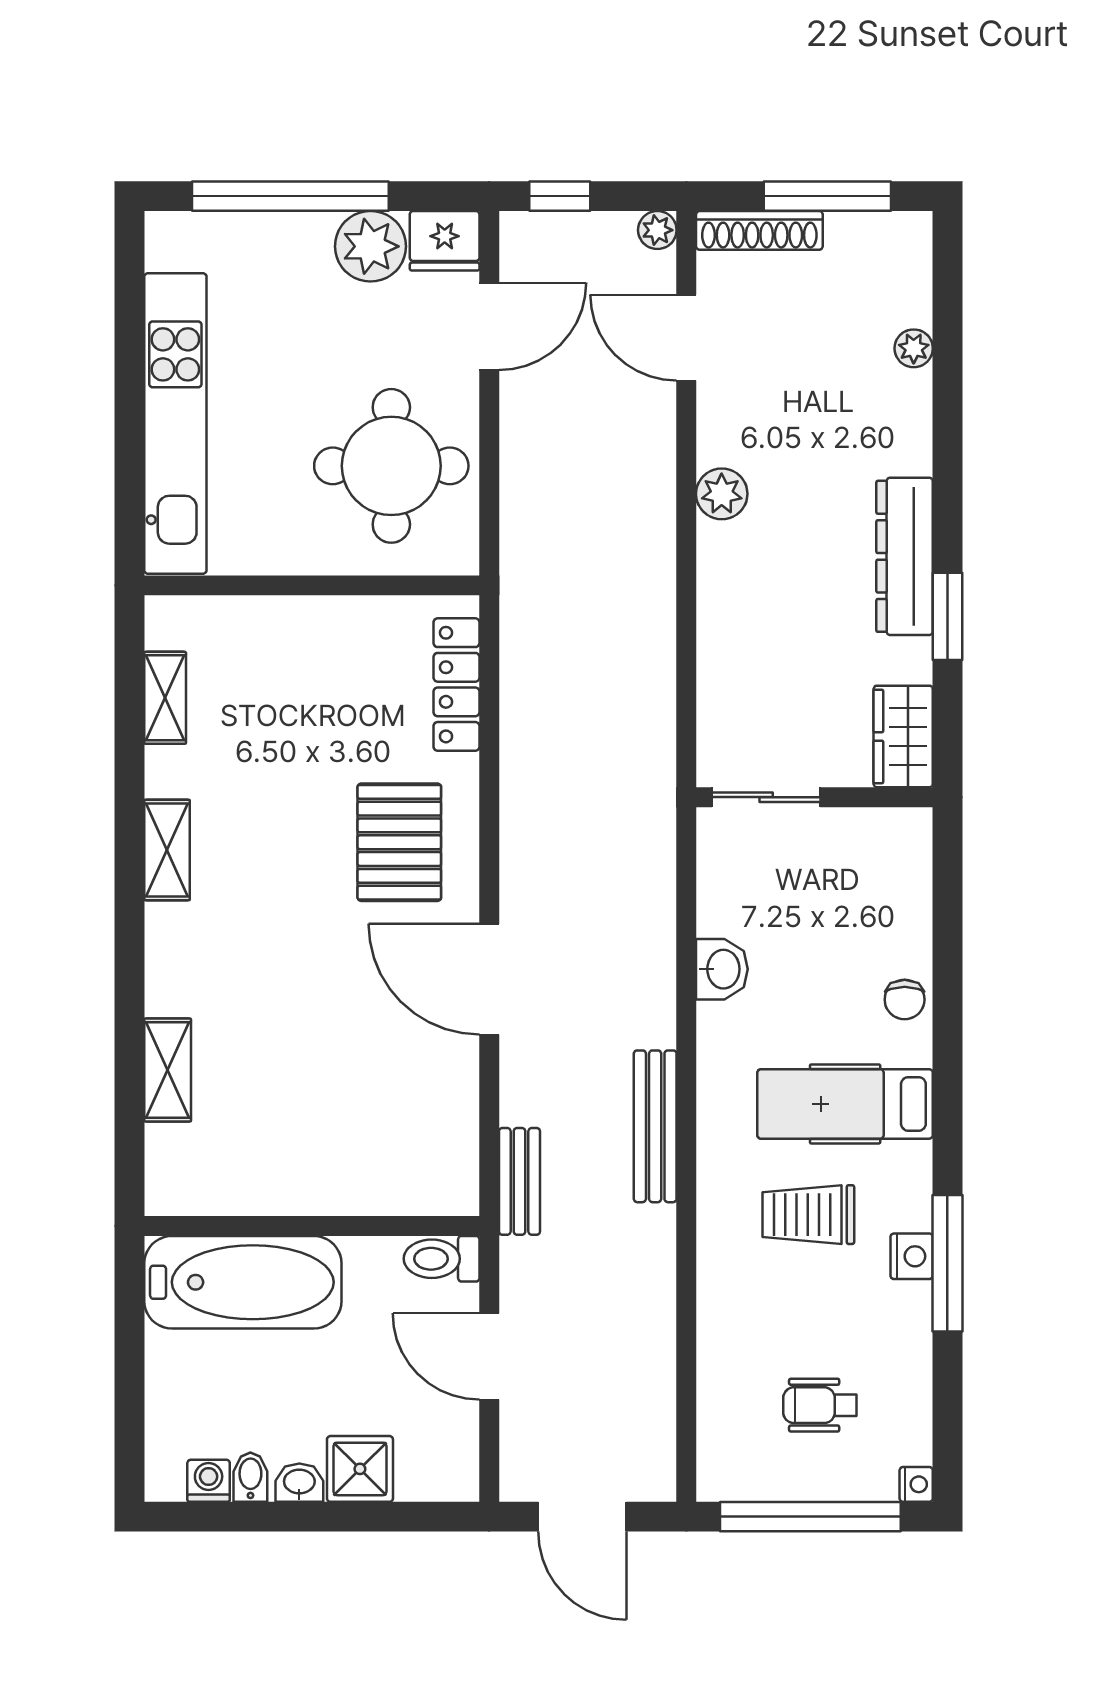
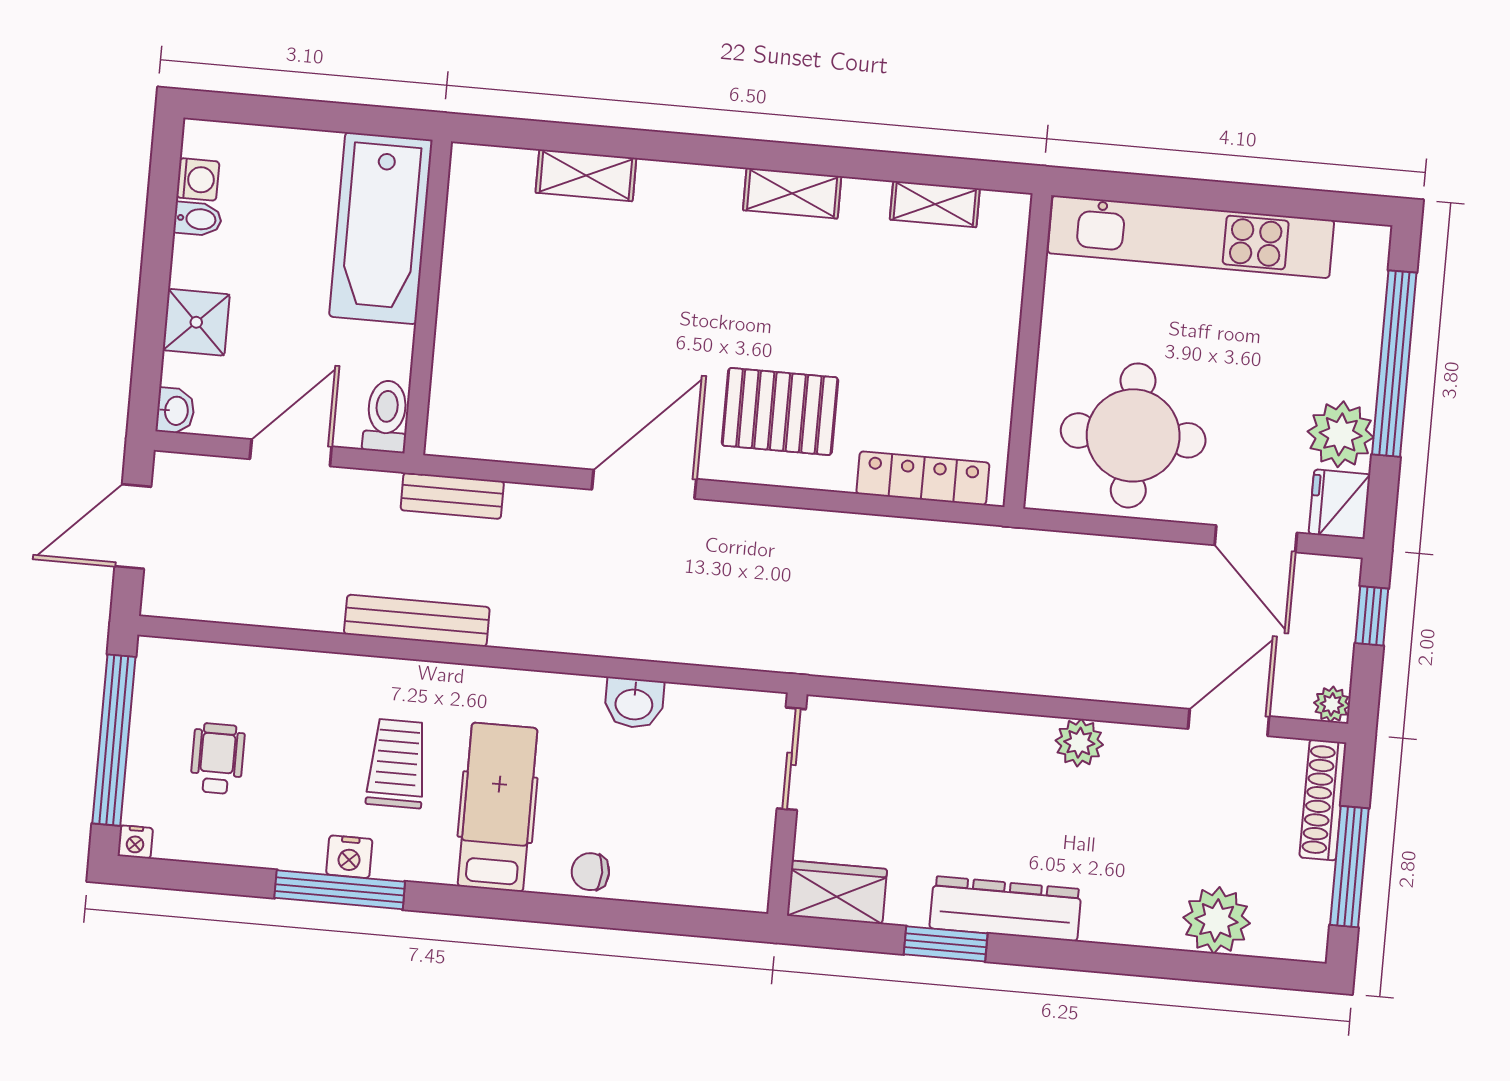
plant: (914, 348) -> (1217, 920), width x1.88, depth x1.88
bench: (655, 1126) -> (417, 621), moved
washbasin: (299, 1483) -> (175, 411), moved

